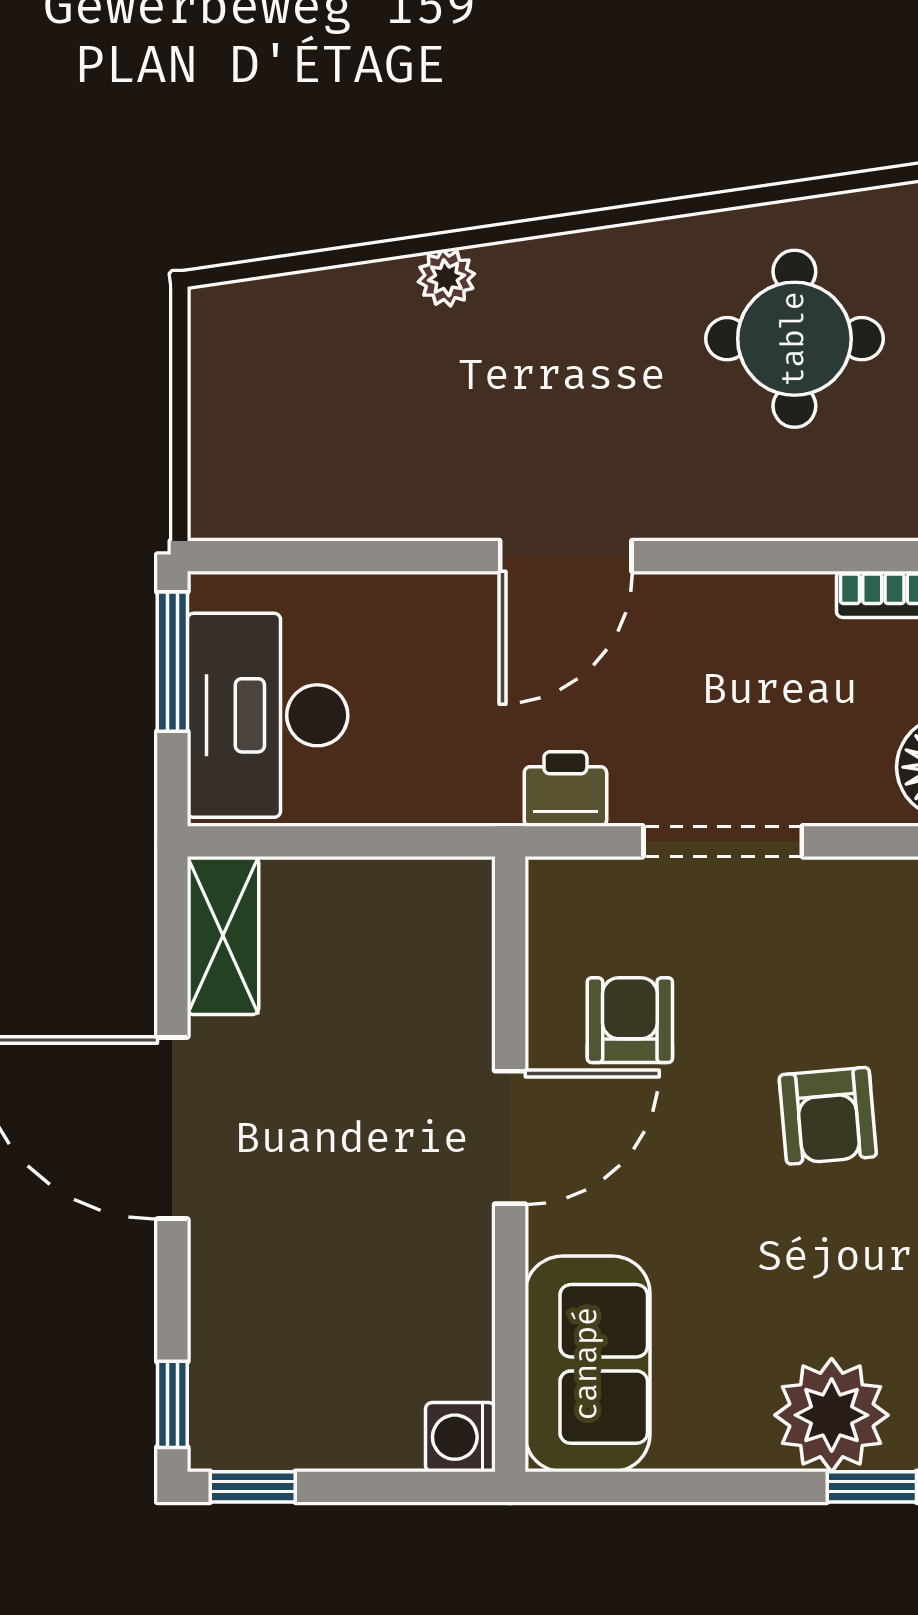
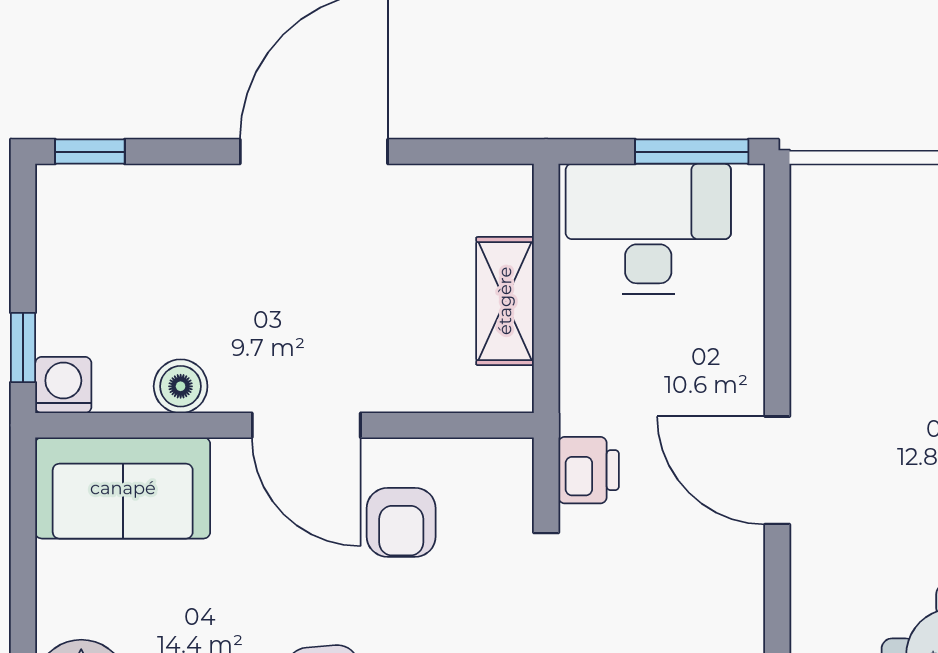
shelving: (223, 935) -> (505, 301), moved, turned 90
armchair: (630, 1020) -> (401, 522), turned 90
boiler: (462, 1292) -> (181, 386), added
window: (253, 1487) -> (23, 348), moved

